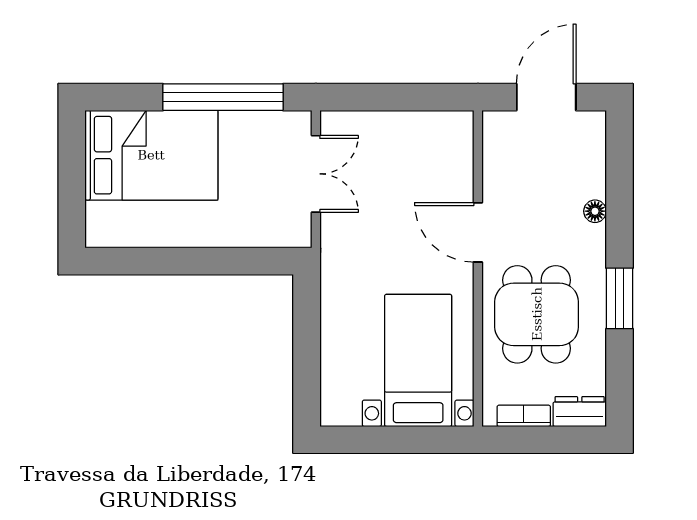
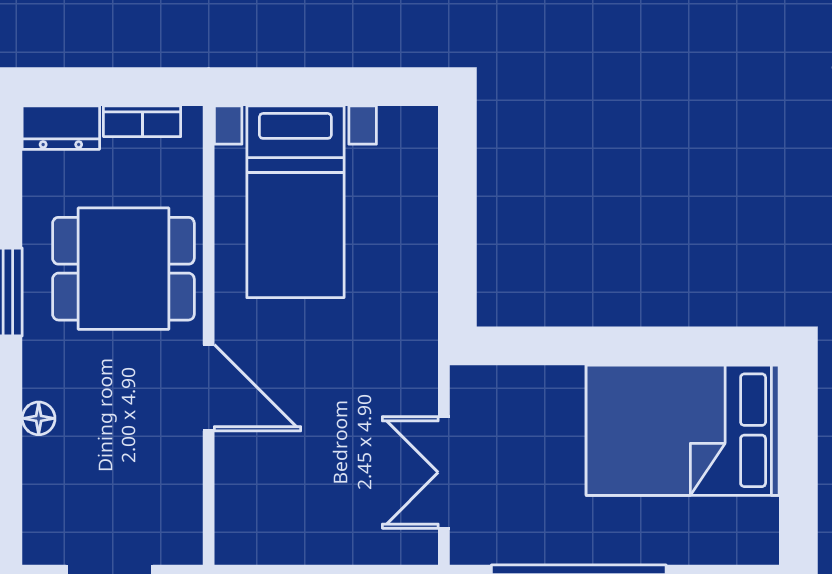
bed: (151, 155) -> (683, 430), moved
dining table: (537, 314) -> (123, 269), turned 90

